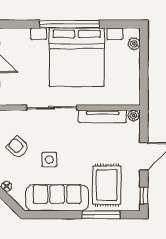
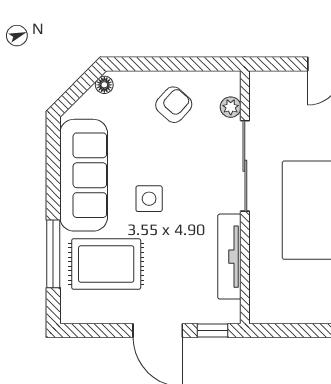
plant: (133, 116) -> (231, 107), moved
side table: (49, 160) -> (149, 199), moved
window: (144, 195) -> (212, 330), moved

